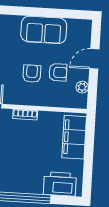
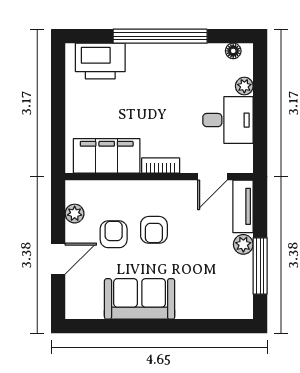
armchair: (58, 72) -> (114, 234), turned 90
filing cabinet: (74, 137) -> (107, 156), moved, turned -90

